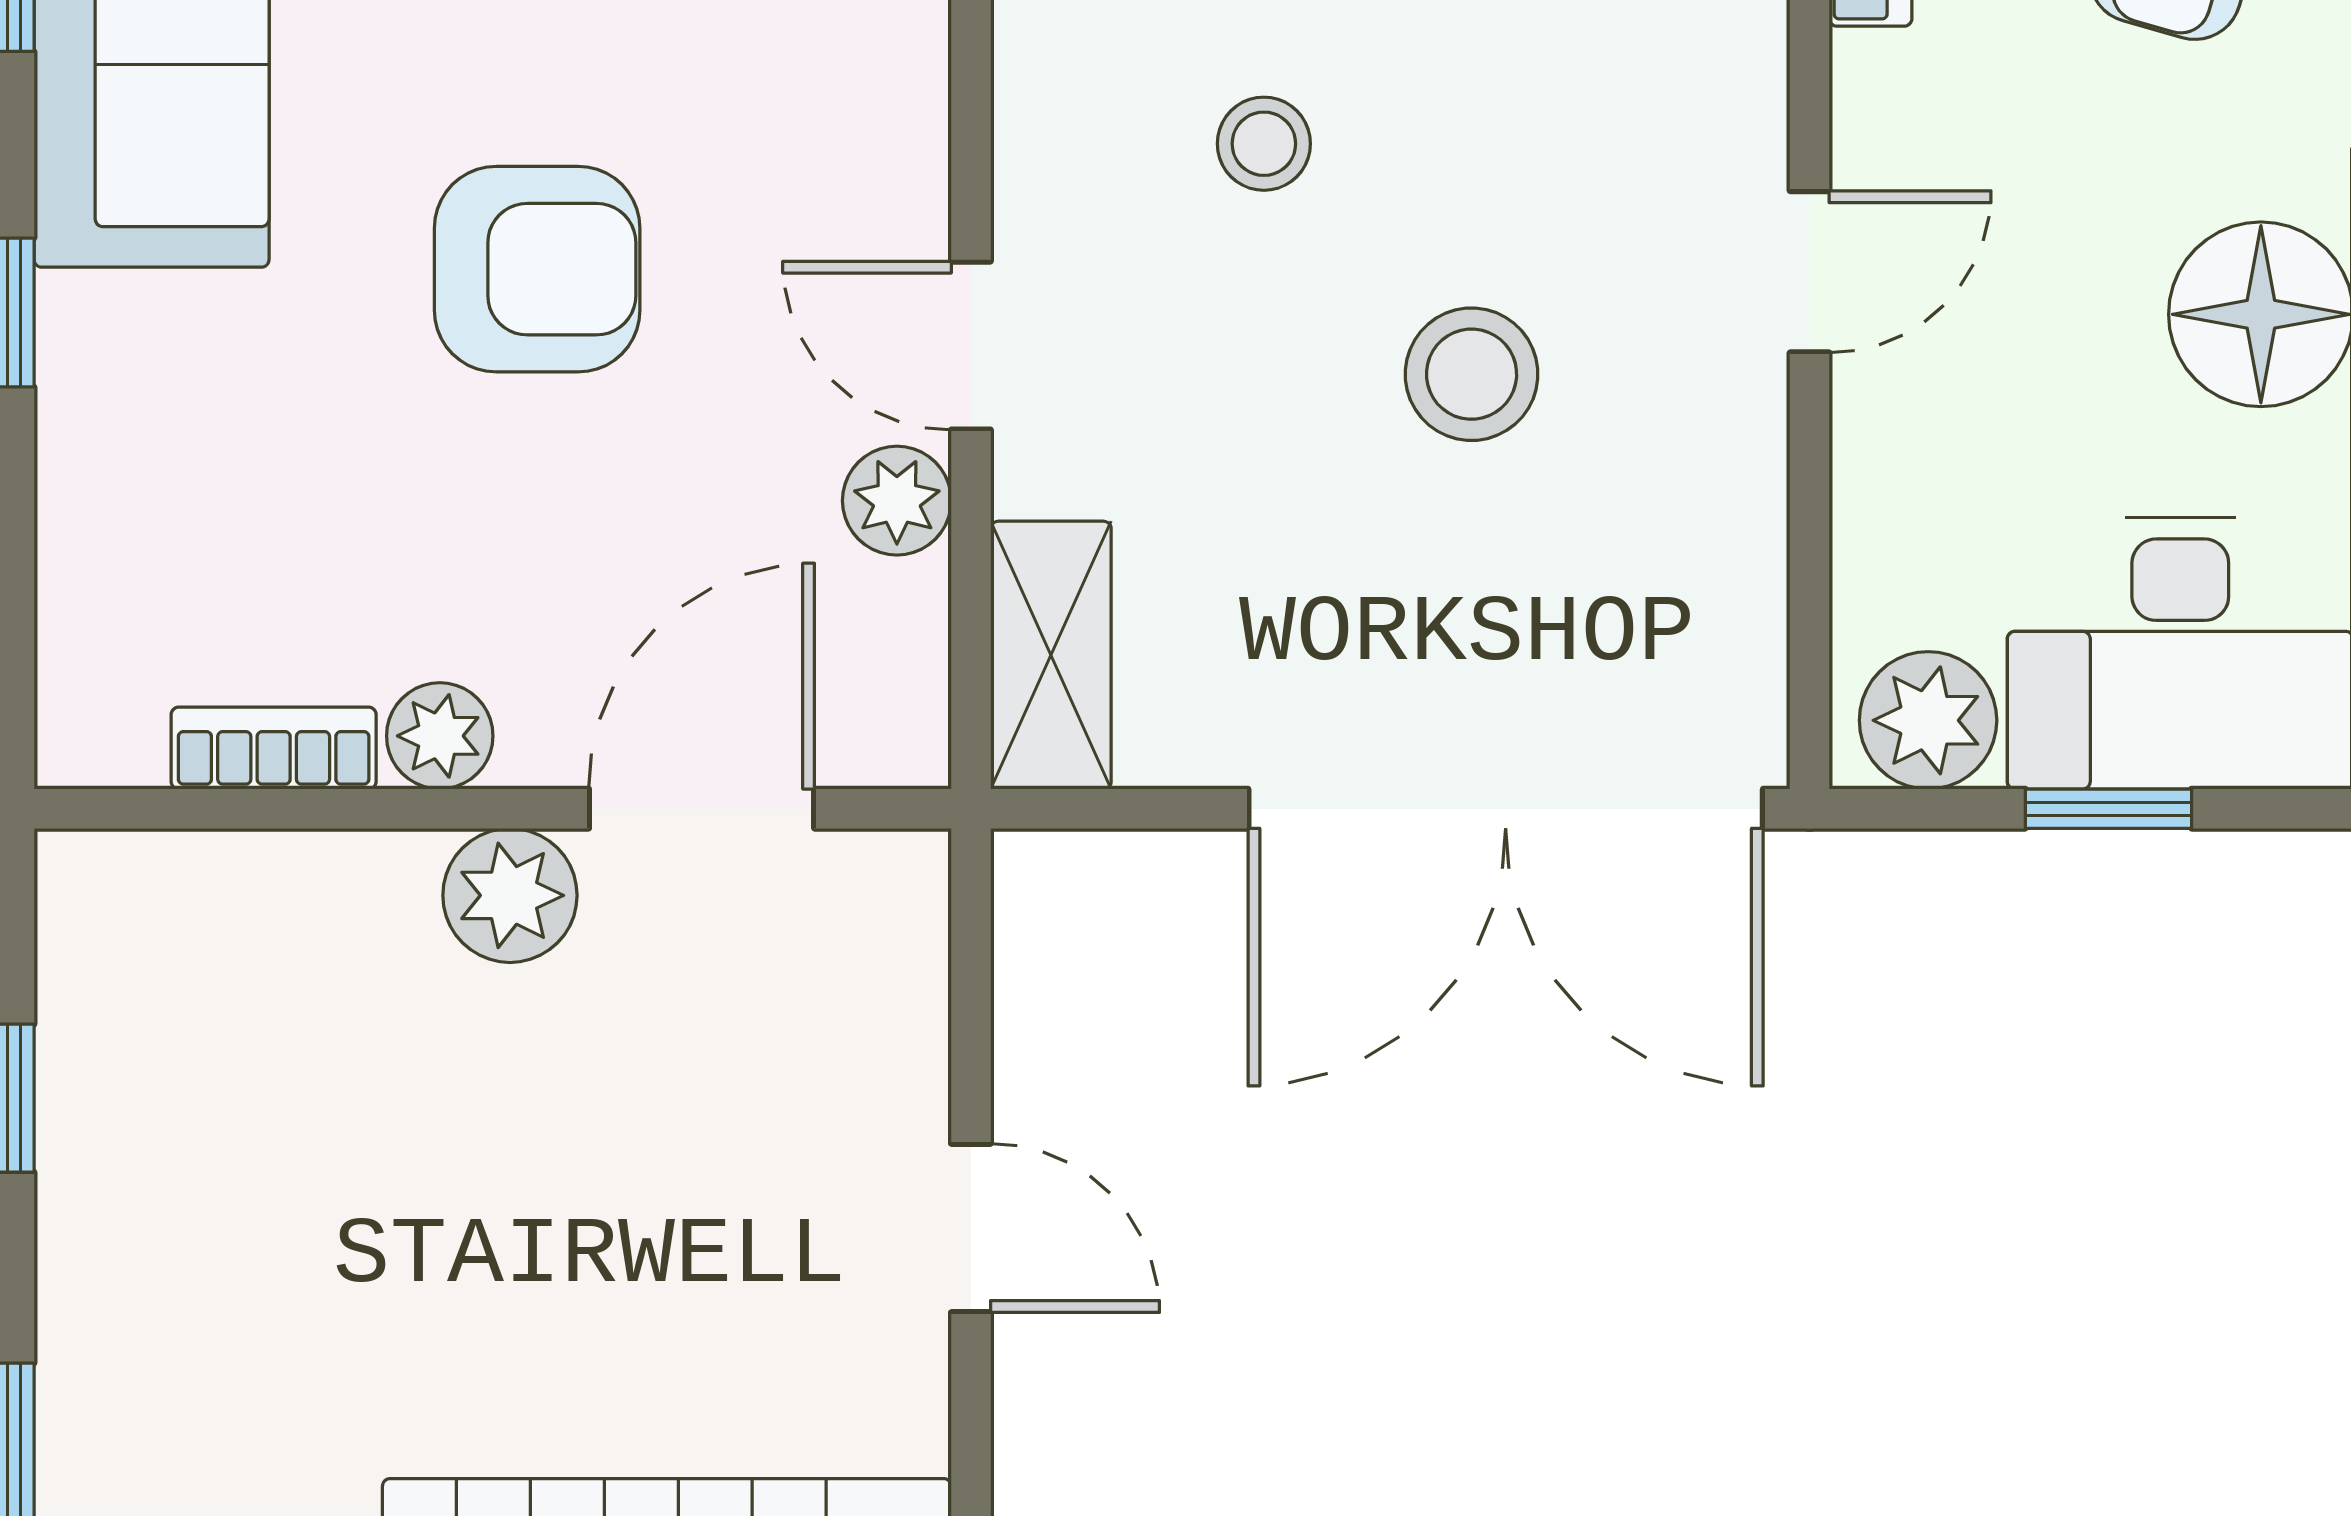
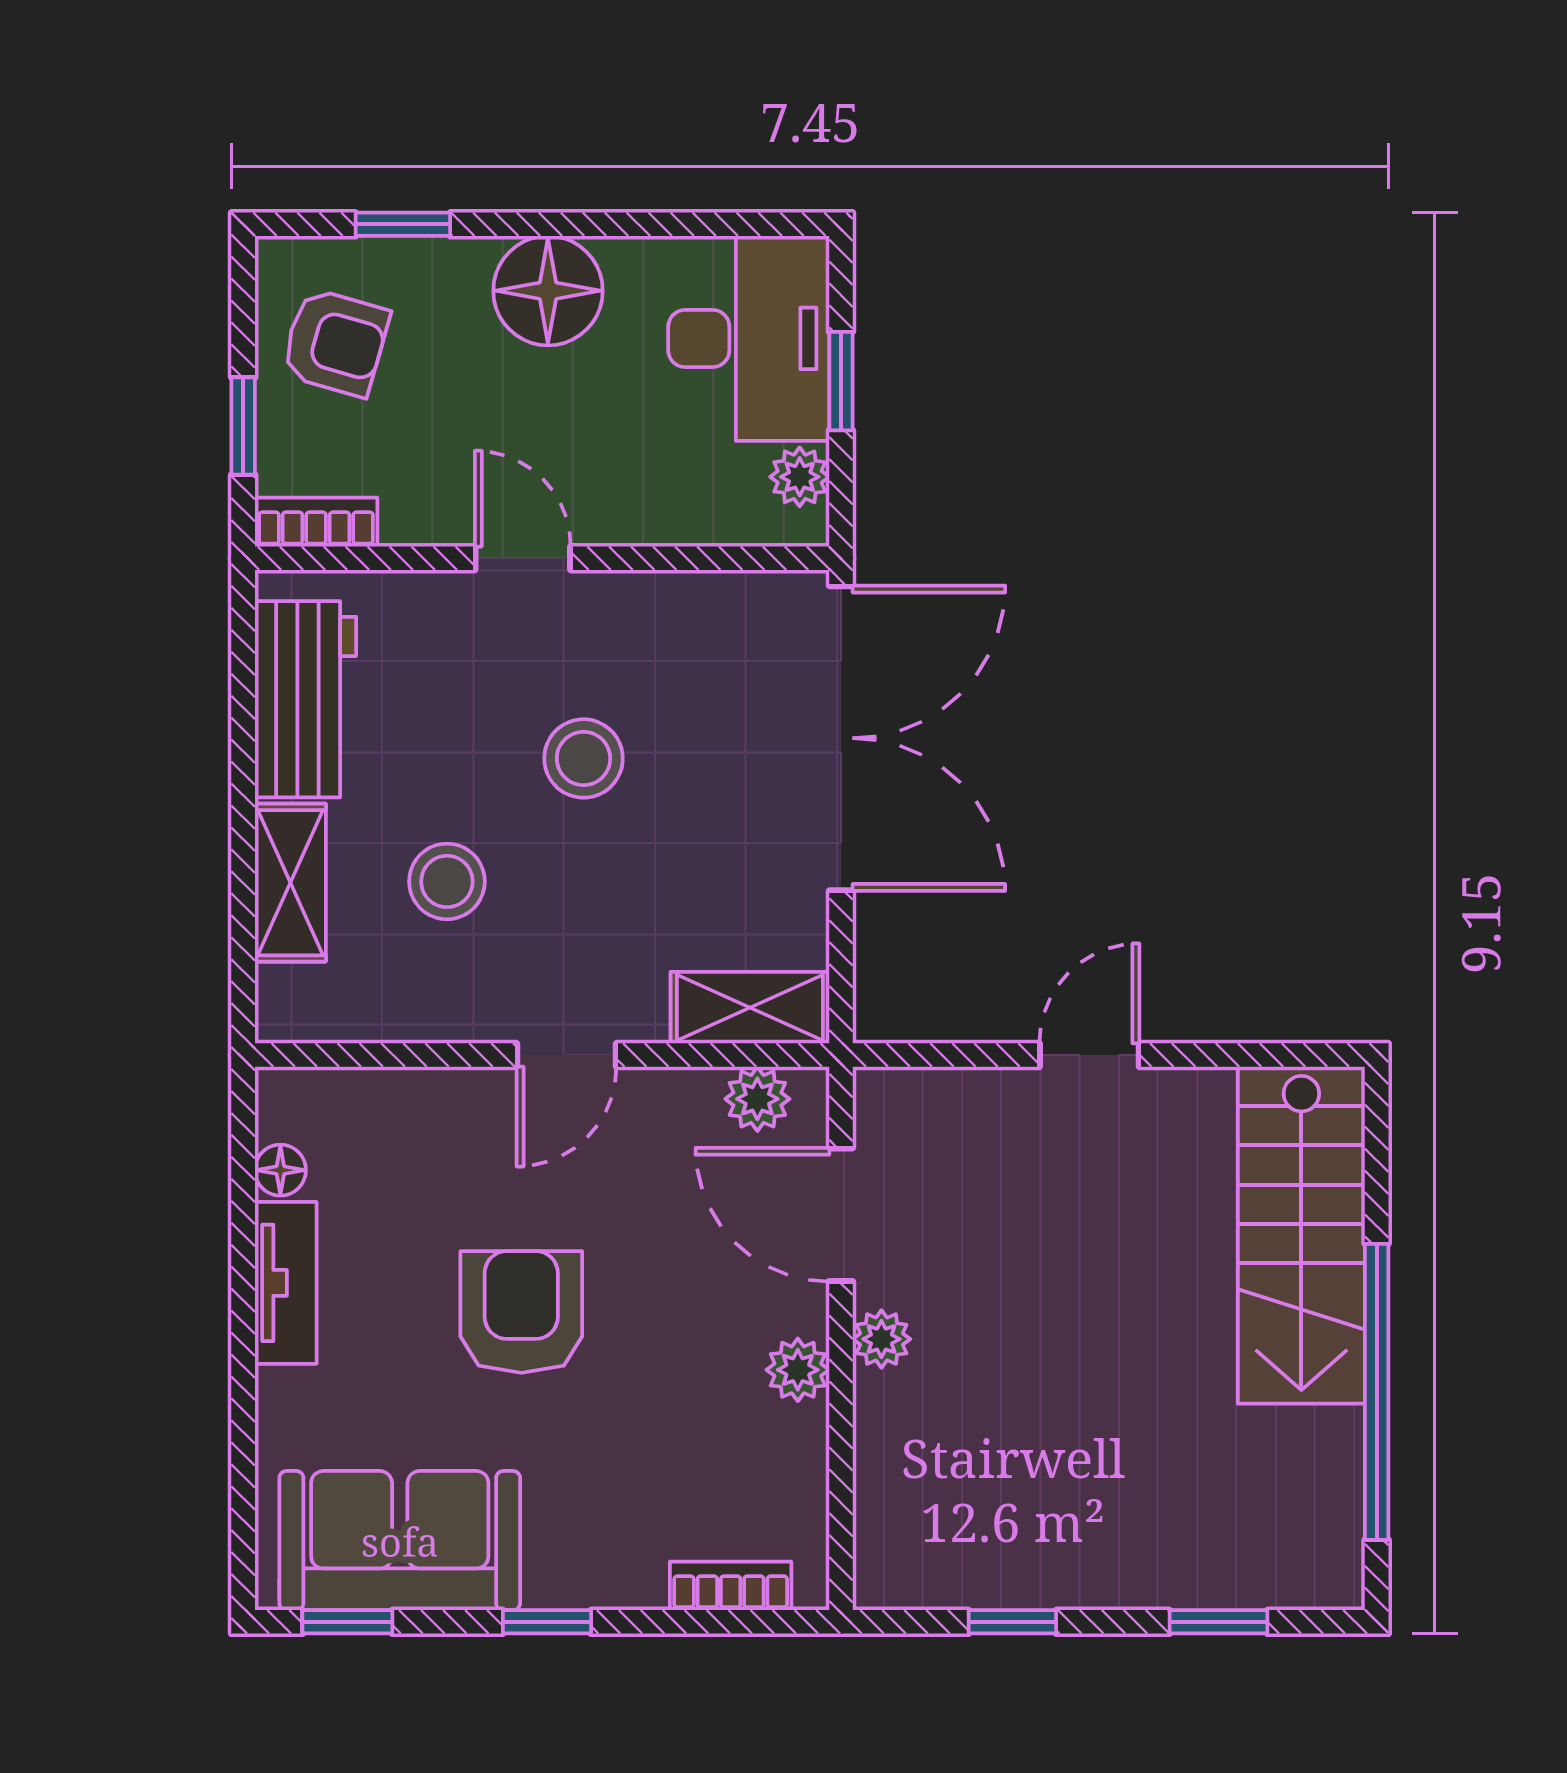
stool: (1264, 144) -> (447, 881), width x1.37, depth x1.37
plant: (897, 501) -> (757, 1099), moved
plant: (1928, 720) -> (800, 477), width x0.73, depth x0.73
bookcase: (274, 748) -> (731, 1586), moved, turned 90
plant: (510, 895) -> (881, 1339), width x0.73, depth x0.73

